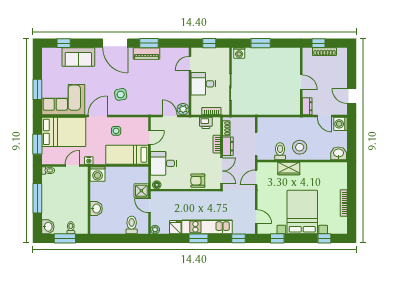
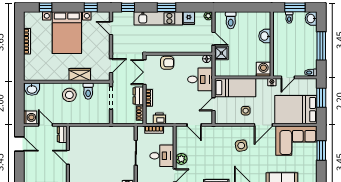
plant: (183, 109) -> (181, 159), moved

